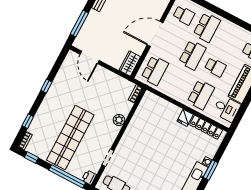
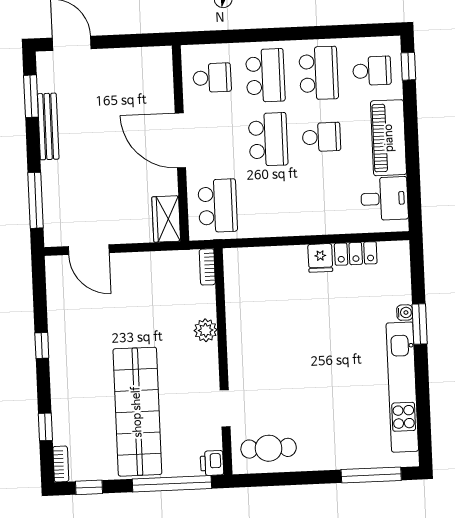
door: (155, 34) -> (180, 140), hinge flipped
school desk: (201, 95) -> (319, 73), moved
locker: (206, 127) -> (356, 253), width x0.66

